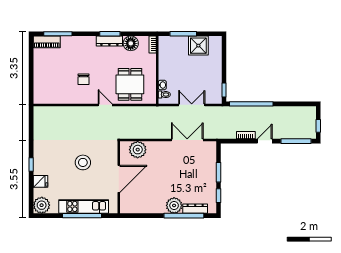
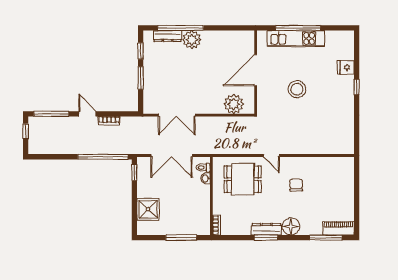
floor lamp: (131, 43) -> (291, 226), moved
shower: (198, 46) -> (148, 209), moved
dining table: (130, 84) -> (243, 179), turned 90
double door: (192, 105) -> (172, 156), width x1.37
door: (265, 141) -> (87, 114), swing flipped
plant: (42, 205) -> (345, 40), removed

